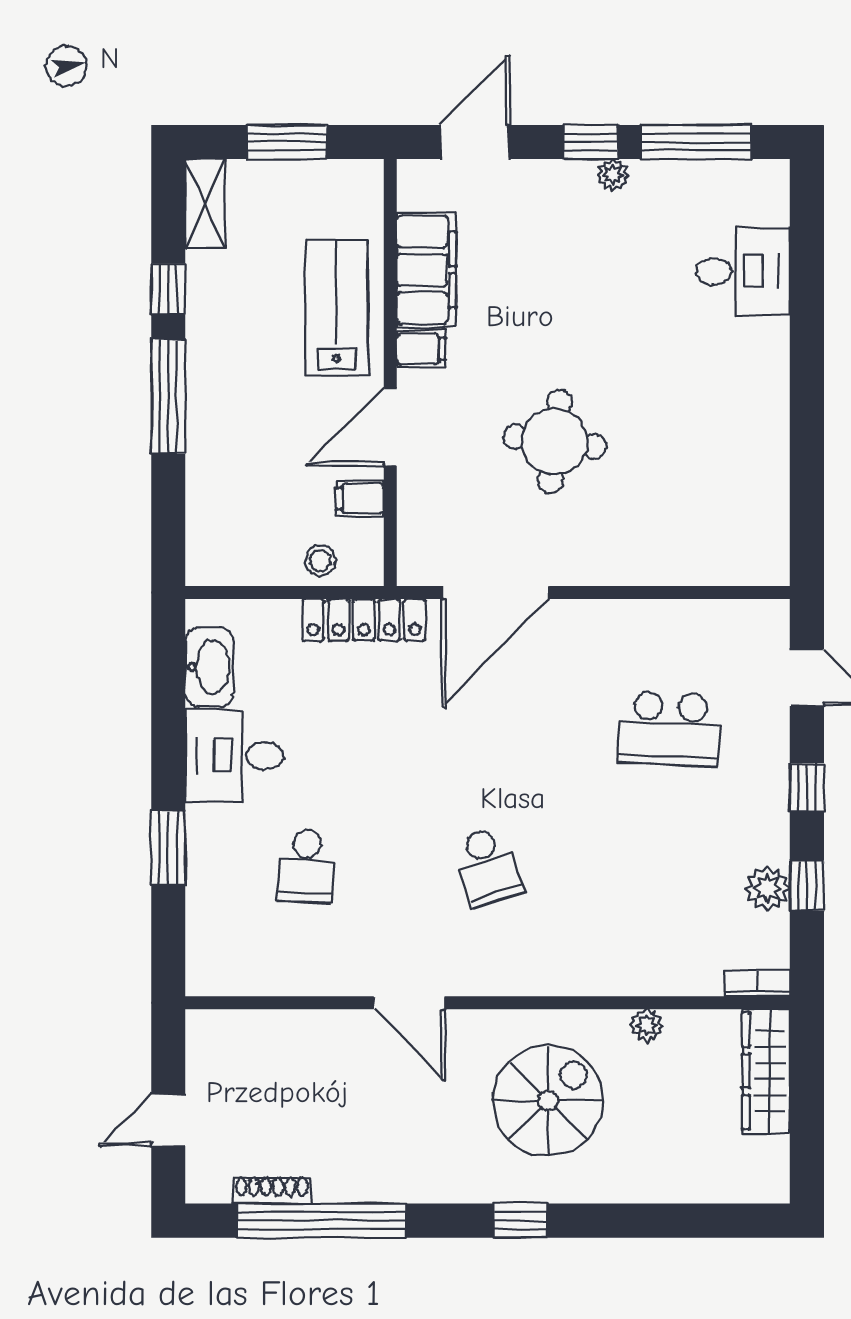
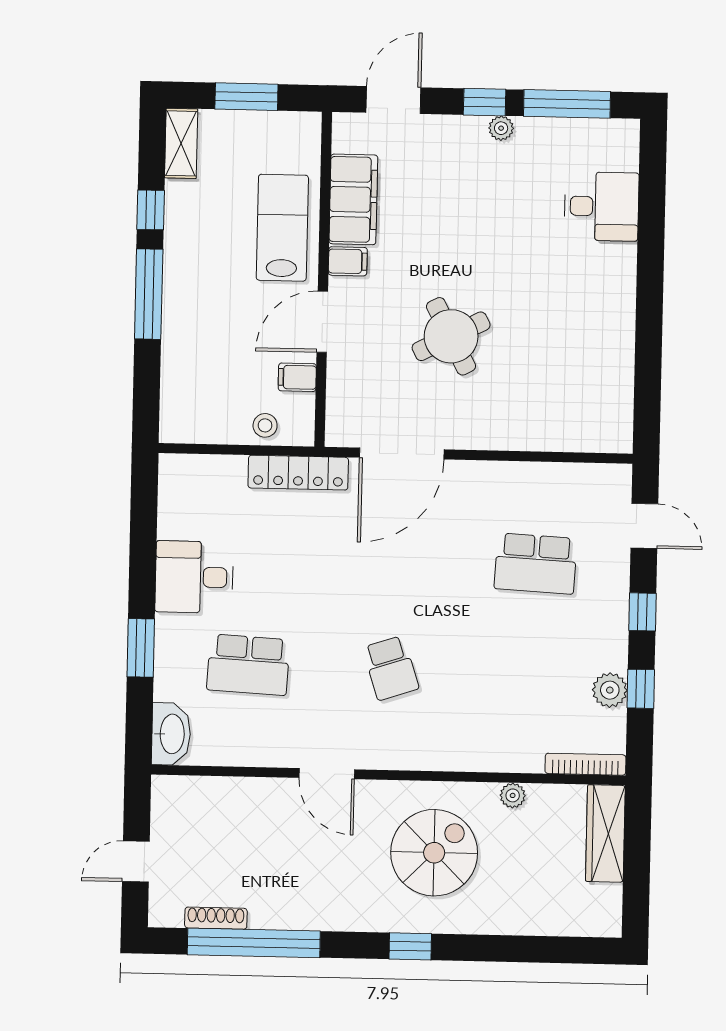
round table: (555, 442) -> (451, 336), turned -34
washbasin: (209, 667) -> (171, 734), moved
school desk: (306, 866) -> (248, 665), width x1.85
bookcase: (757, 983) -> (585, 764), width x1.56

